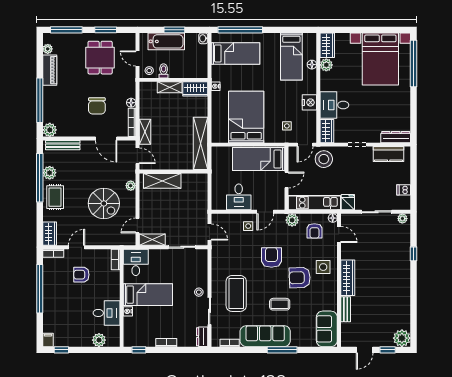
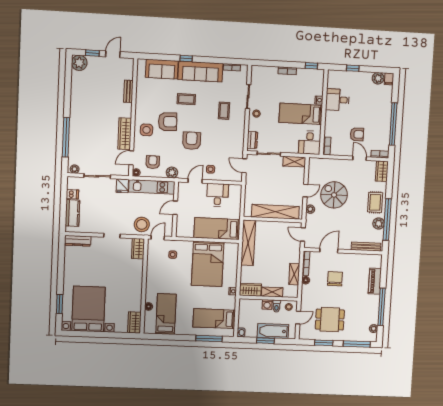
window: (240, 30) -> (209, 339), width x0.68
dining table: (100, 58) -> (330, 320), turned 90
door: (137, 58) -> (298, 318), hinge flipped
window: (413, 63) -> (60, 304), width x0.47
plant: (326, 65) -> (136, 306), removed
piano: (50, 70) -> (375, 281), moved
washing machine: (175, 72) -> (267, 304), added
window: (40, 100) -> (382, 307), moved
nightstand: (309, 102) -> (152, 274), removed
desk: (334, 105) -> (130, 271), removed
plant: (50, 130) -> (376, 260), removed
shelving: (145, 132) -> (294, 274), moved
door: (106, 139) -> (329, 251), hinge flipped
kitchen counter: (389, 154) -> (72, 213), moved, turned 90
bed: (259, 159) -> (217, 229), moved, turned 180
shelving: (162, 181) -> (275, 212), width x1.47
door: (137, 226) -> (305, 191), moved
door: (339, 234) -> (131, 158), hinge flipped
door: (77, 247) -> (360, 158), swing flipped
window: (413, 254) -> (66, 137), width x3.17
armchair: (271, 257) -> (192, 141), turned 180
wardrobe: (348, 278) -> (125, 134), moved
coffee table: (236, 293) -> (224, 111), width x0.54, depth x0.58
sofa: (327, 329) -> (162, 69), moved, turned 90
dresser: (202, 337) -> (252, 140), moved
plant: (99, 340) -> (378, 78), moved
window: (61, 350) -> (353, 68), moved
window: (282, 350) -> (186, 59), width x0.46

